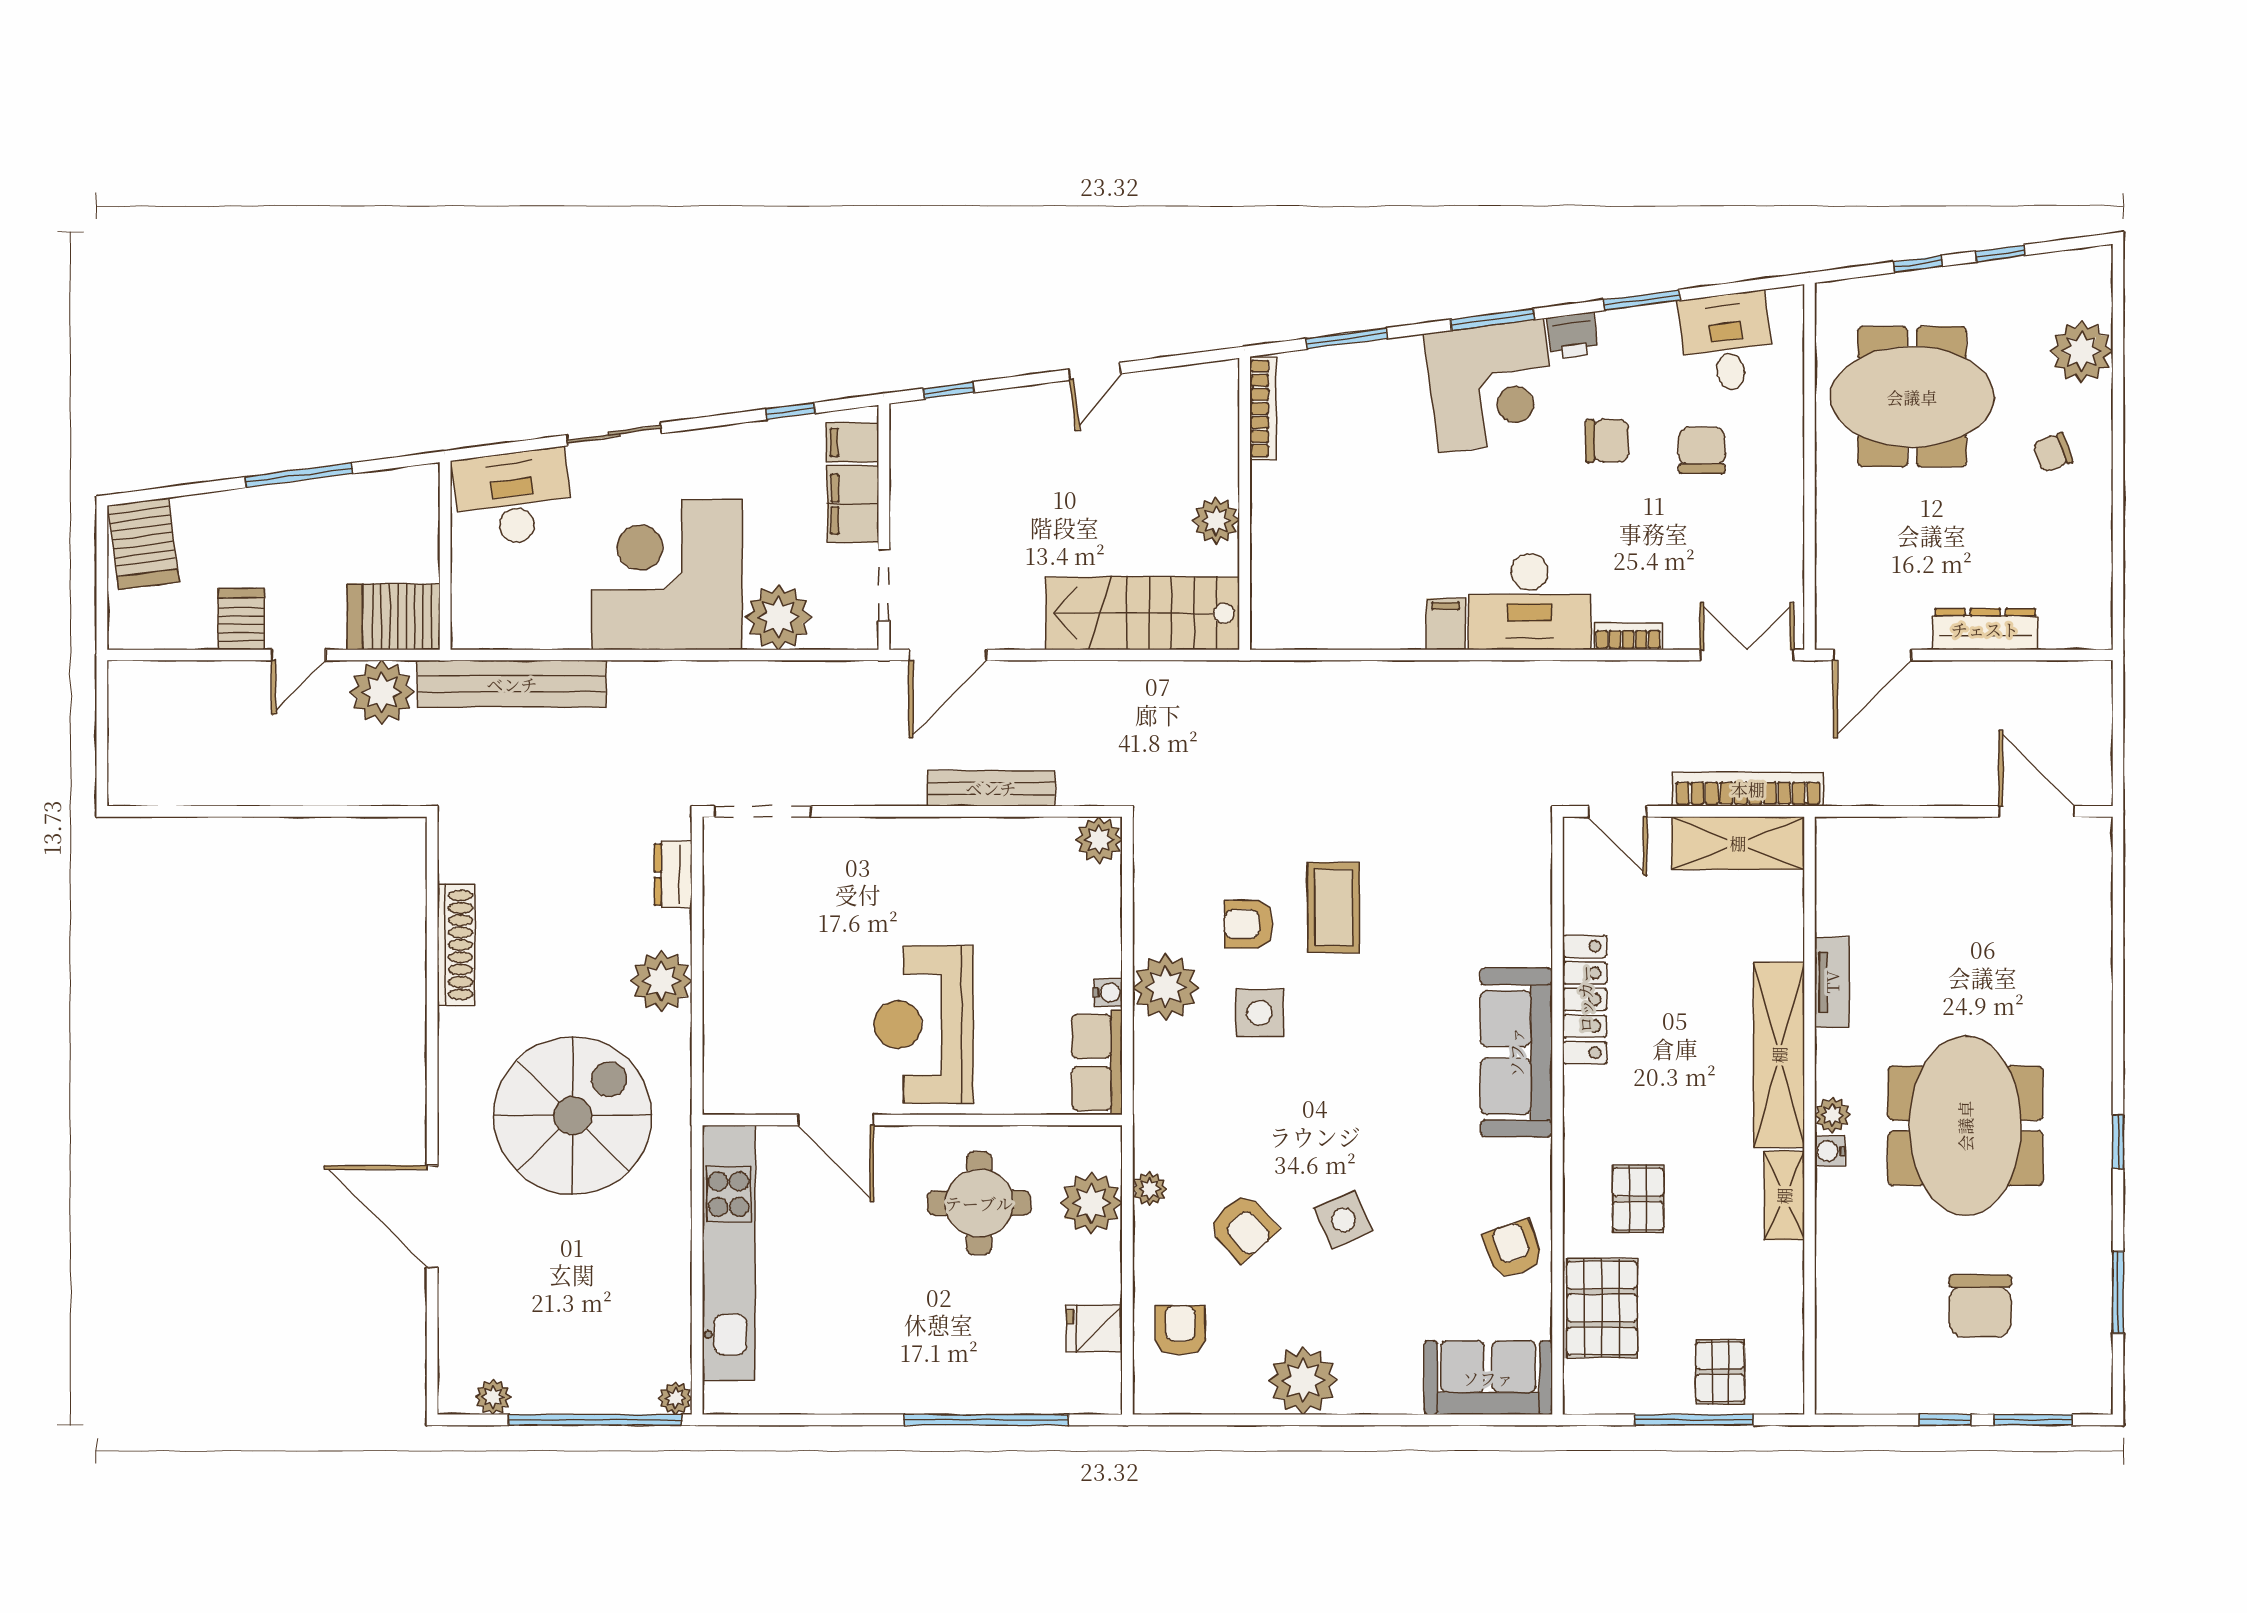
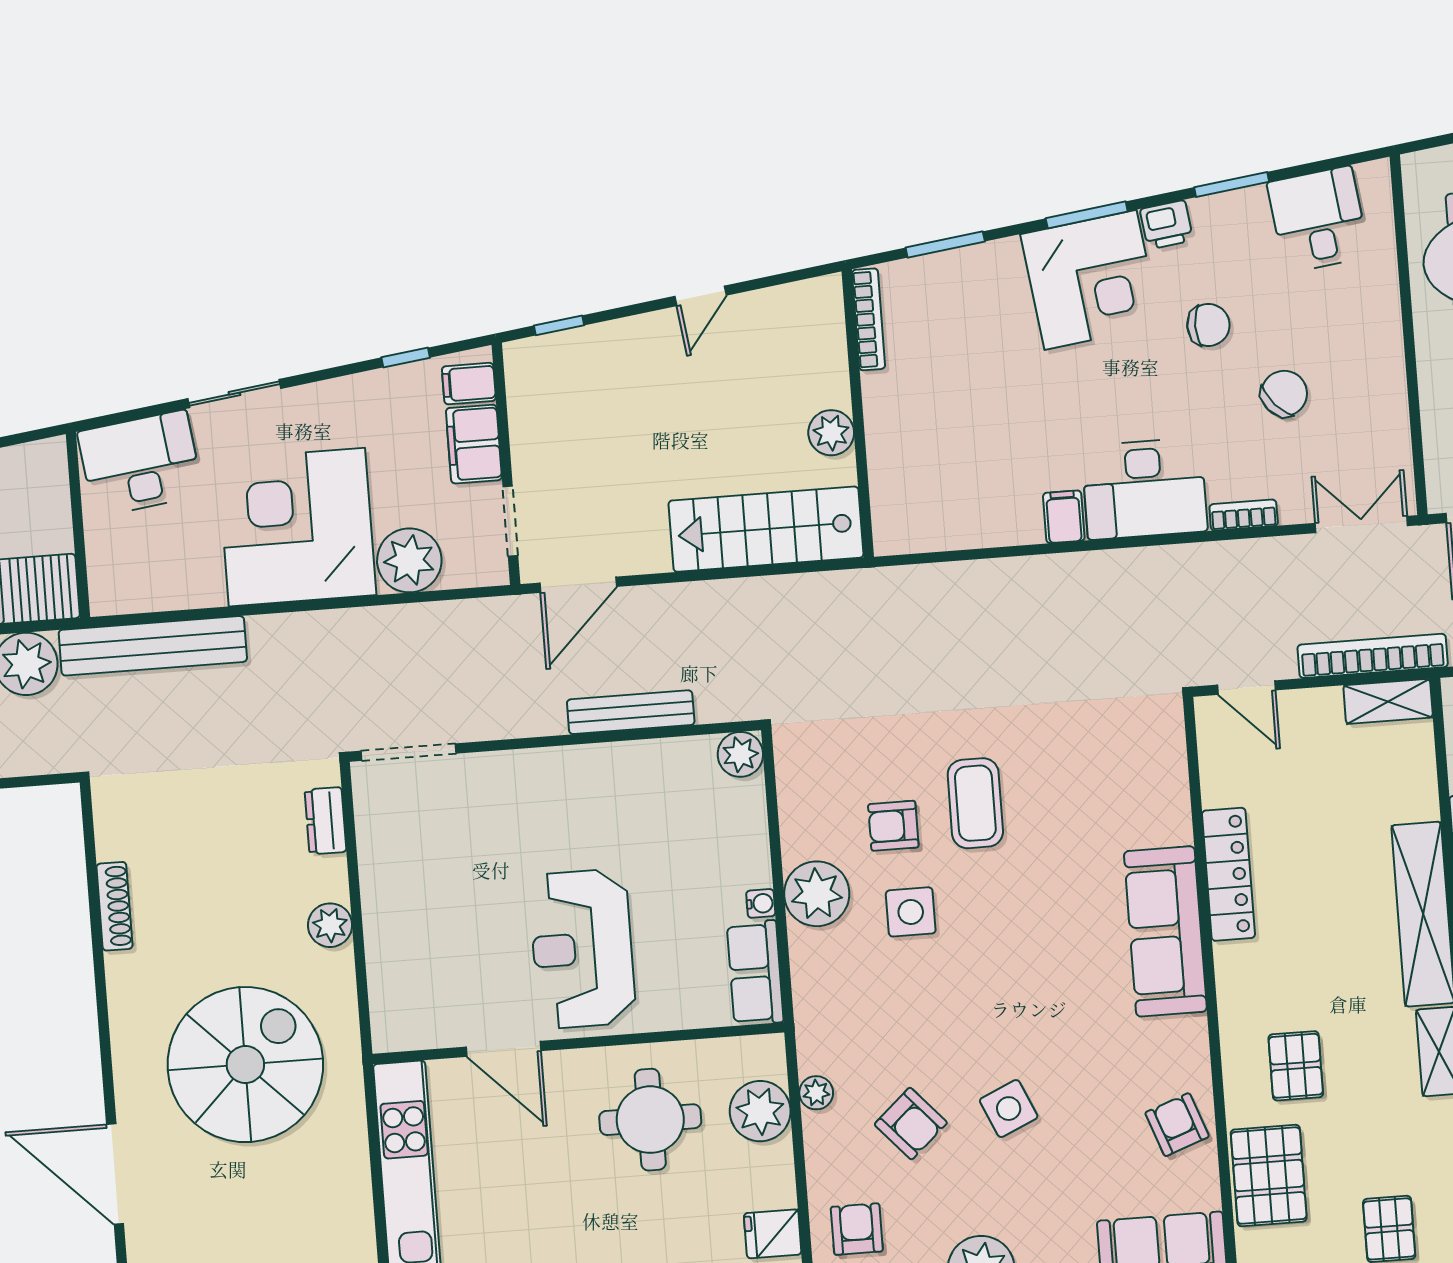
chair: (1702, 450) -> (1284, 393), moved, turned 48
shelving: (1738, 843) -> (1388, 701), width x0.67, depth x0.75
shoe rack: (456, 945) -> (114, 906), width x0.74, depth x0.81
plant: (661, 981) -> (330, 925), width x0.73, depth x0.73

